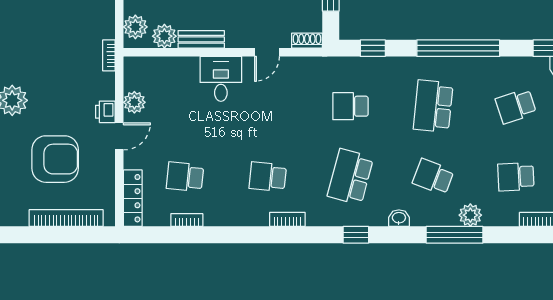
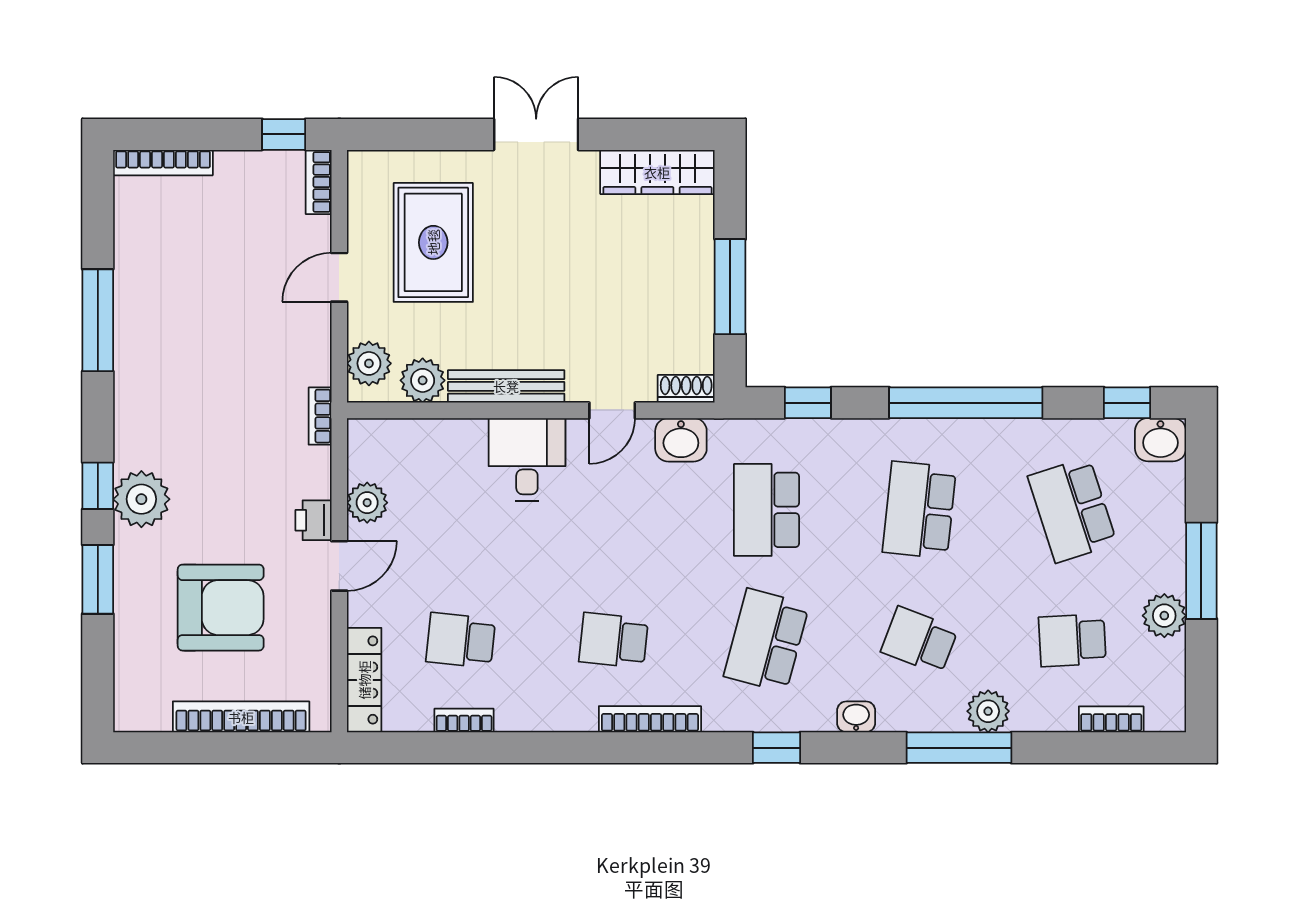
bench: (201, 39) -> (506, 386), width x1.36
washbasin: (304, 68) -> (681, 440), added
school desk: (350, 106) -> (766, 510), width x1.85
school desk: (516, 106) -> (1072, 510), width x1.85
bookcase: (287, 219) -> (650, 719), width x1.56

